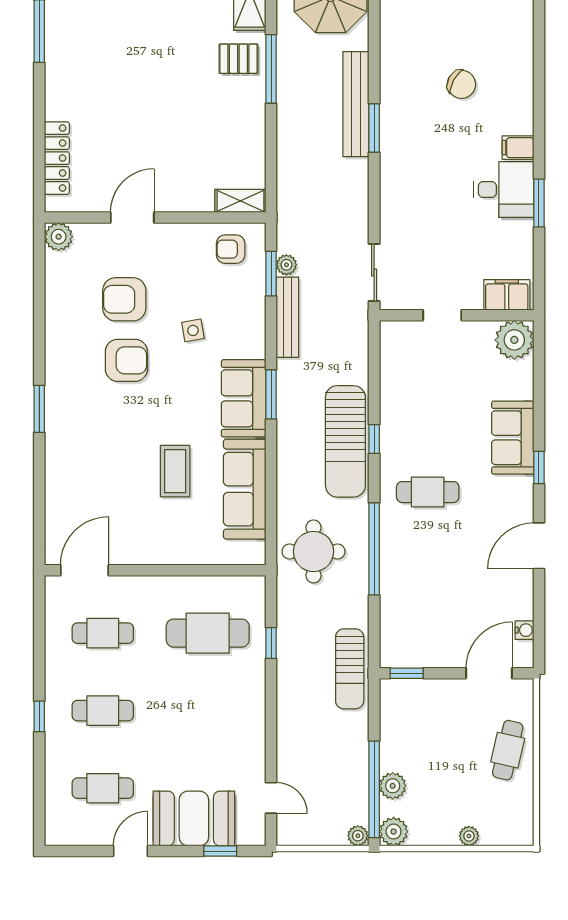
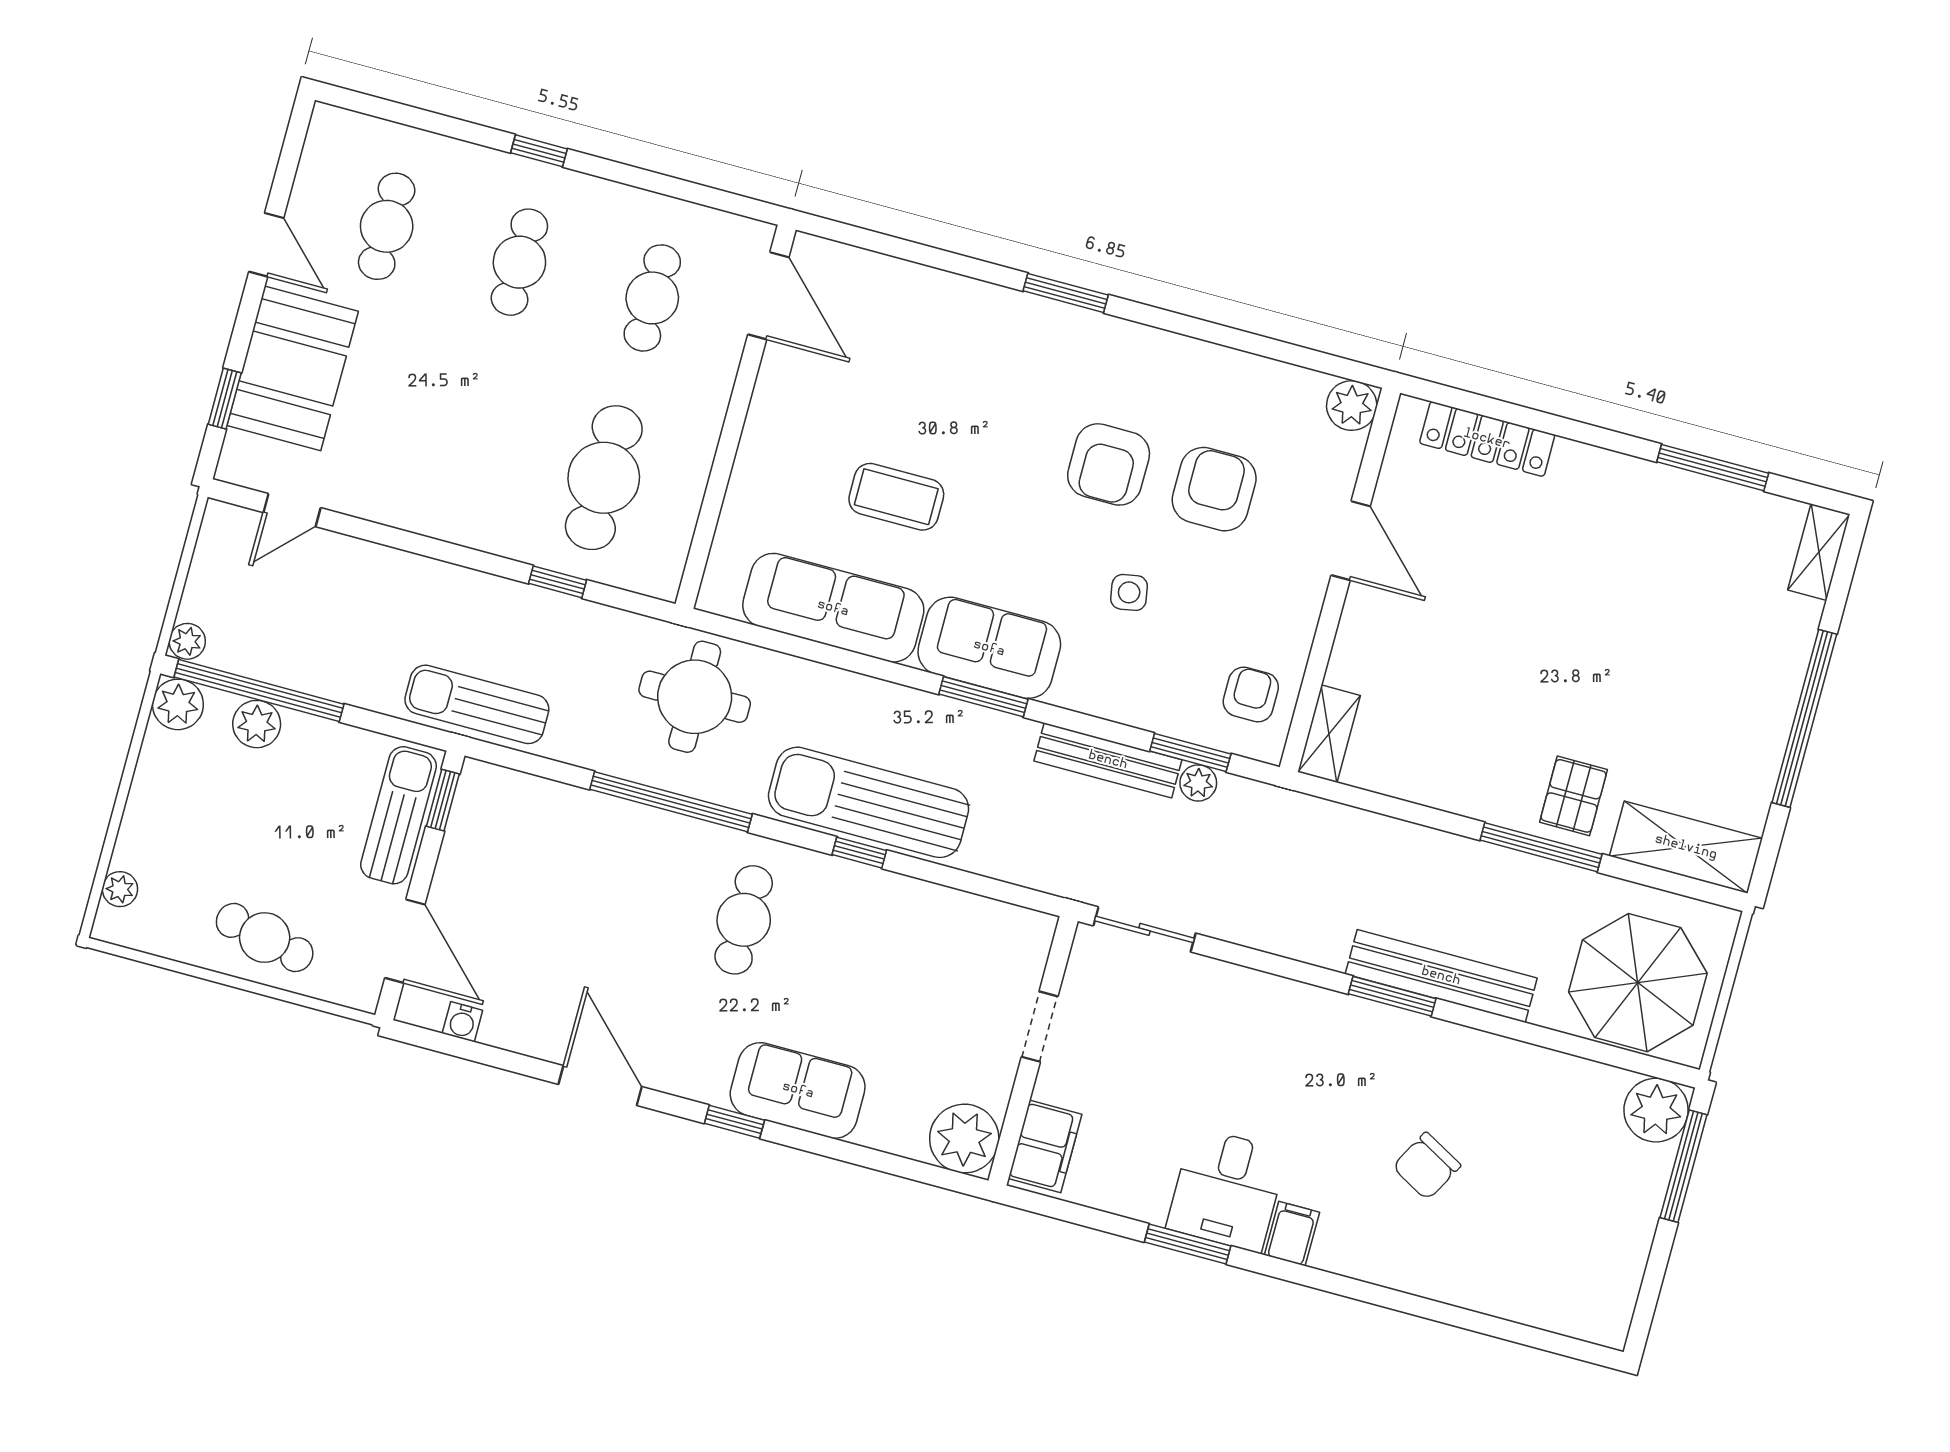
sun lounger: (421, 695) -> (399, 815), added
plant: (469, 836) -> (120, 889), moved

